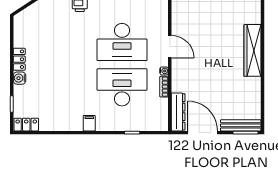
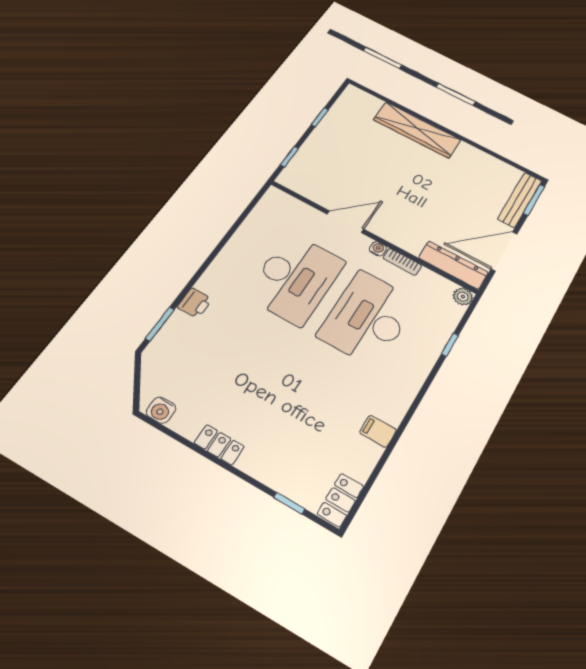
water cooler: (20, 78) -> (161, 410), moved
filing cabinet: (89, 123) -> (378, 431), moved
plant: (163, 125) -> (463, 297), added

